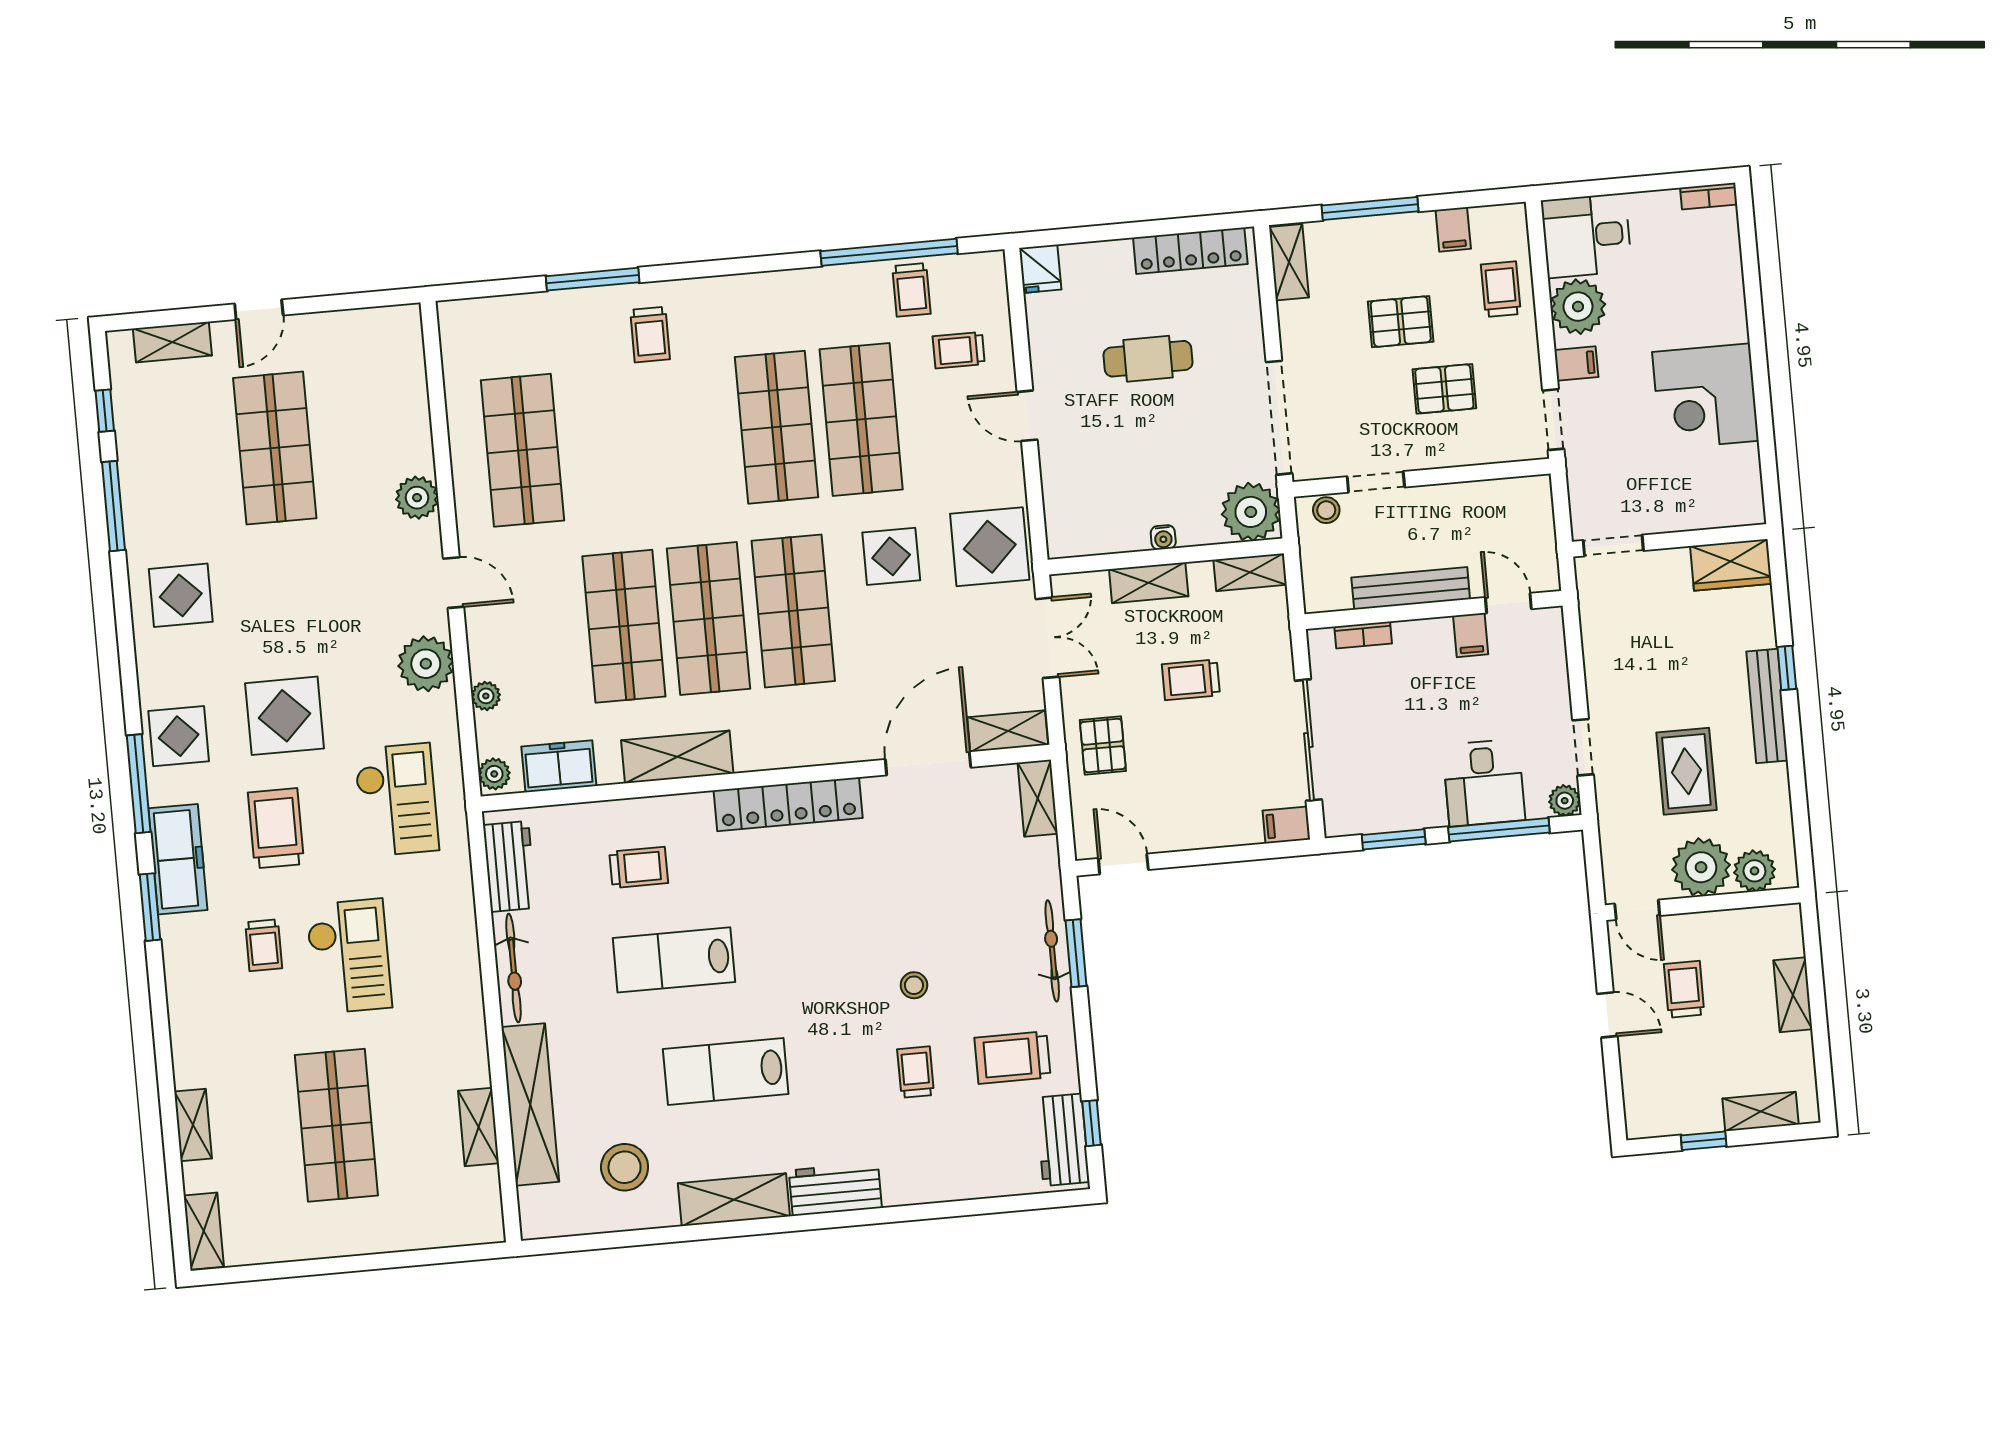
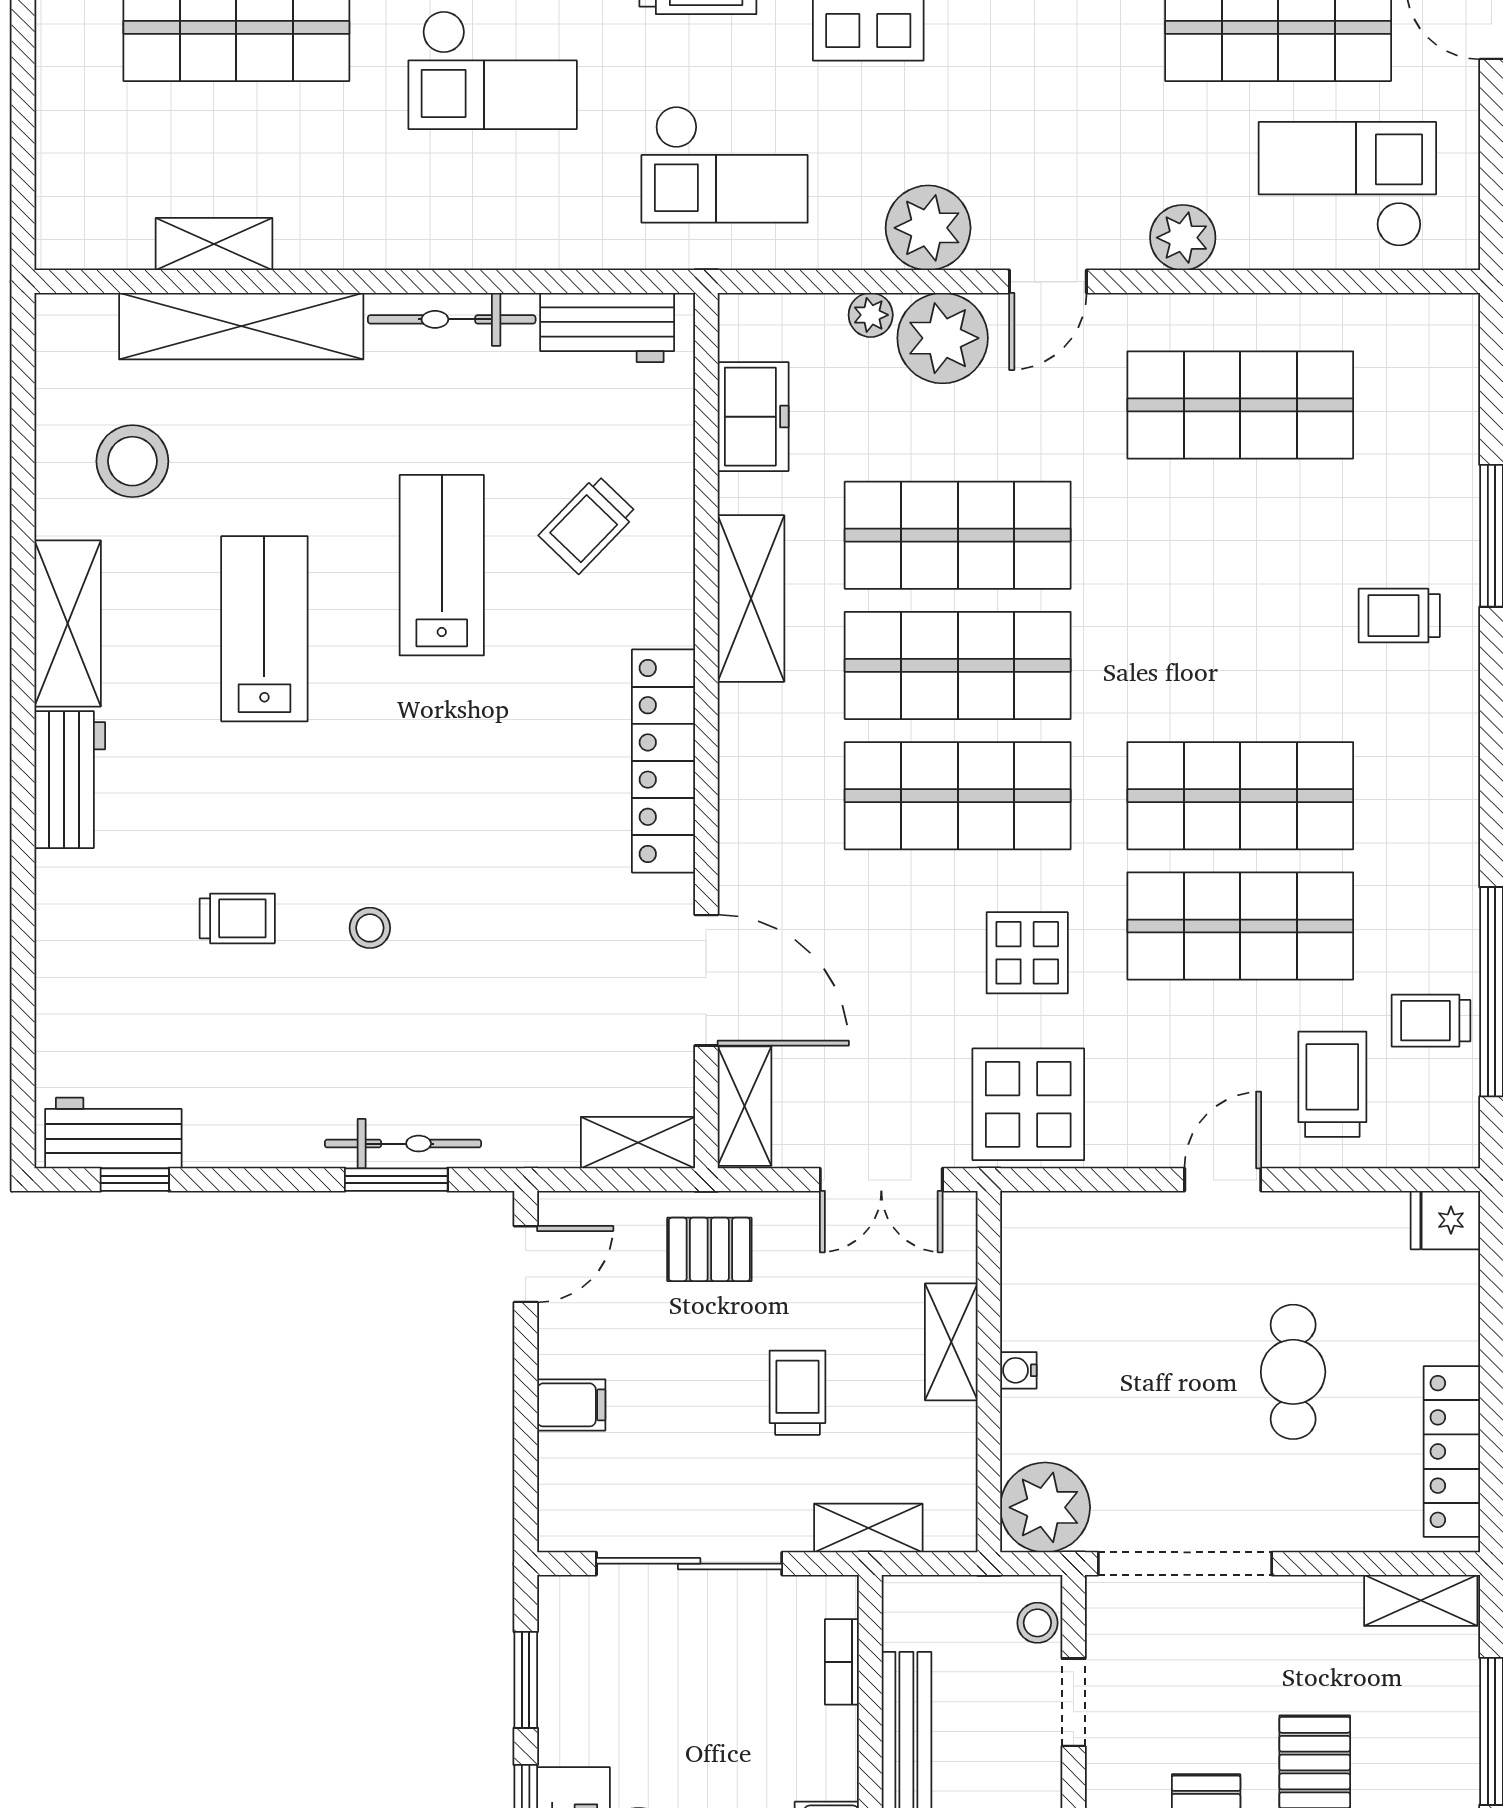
trolley: (959, 350) -> (1332, 1084), width x1.36, depth x1.39
checkout: (373, 394) -> (1347, 184), added
shelving: (1250, 572) -> (868, 1528), moved, turned 90
plant: (494, 774) -> (943, 338), moved, width x1.87, depth x1.87
filing cabinet: (1286, 825) -> (571, 1405), moved, turned 90
trolley: (639, 867) -> (588, 524), turned 44
trolley: (1012, 1058) -> (246, 1068), removed

